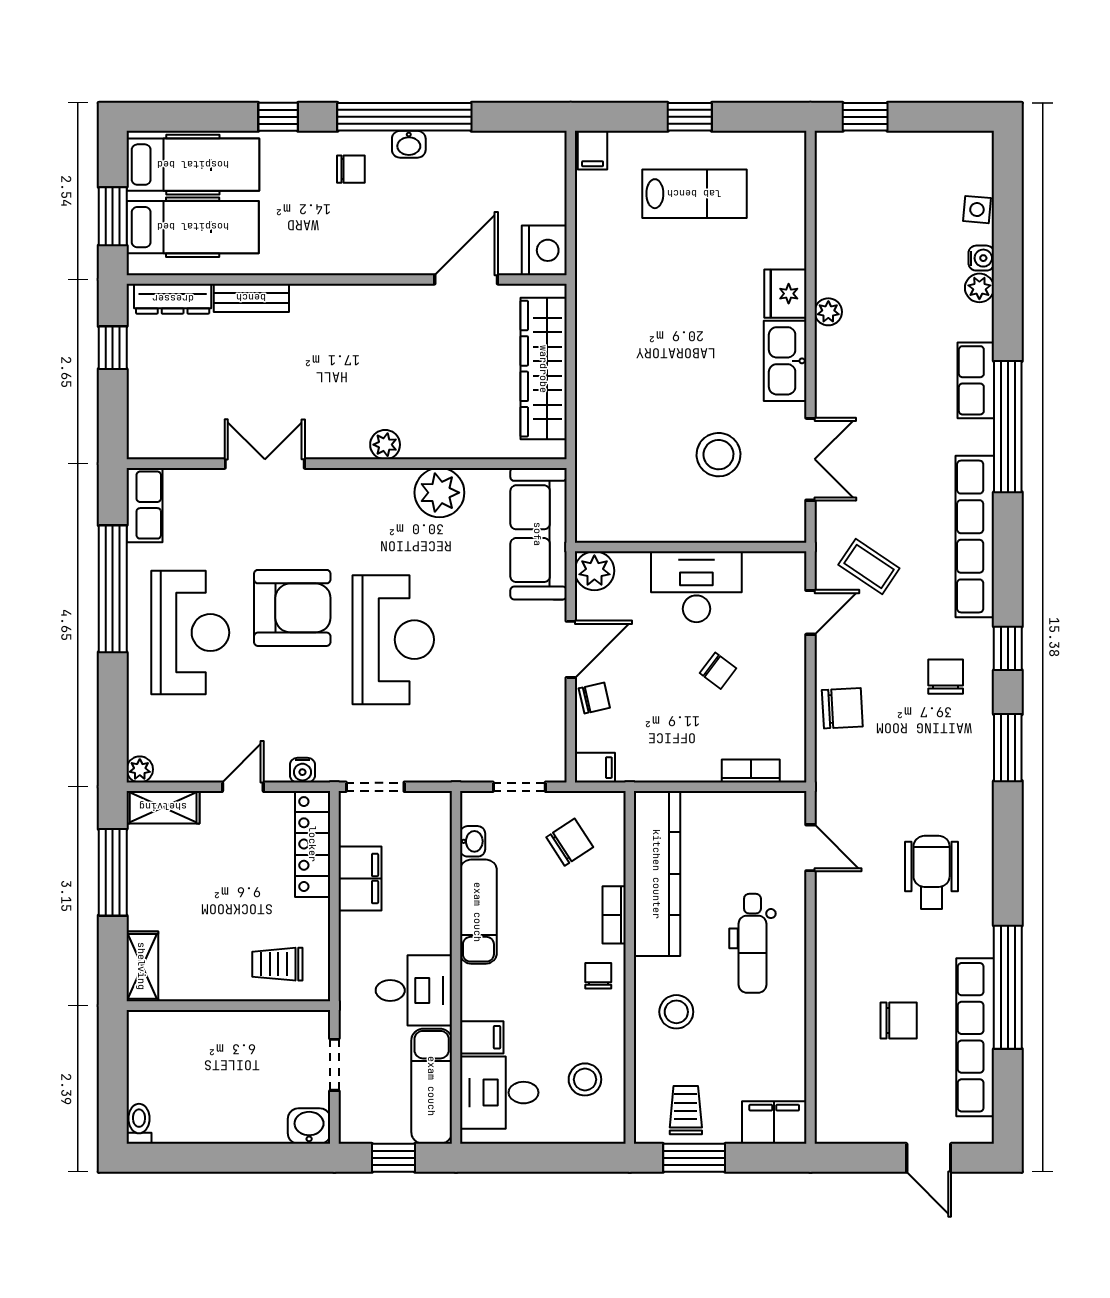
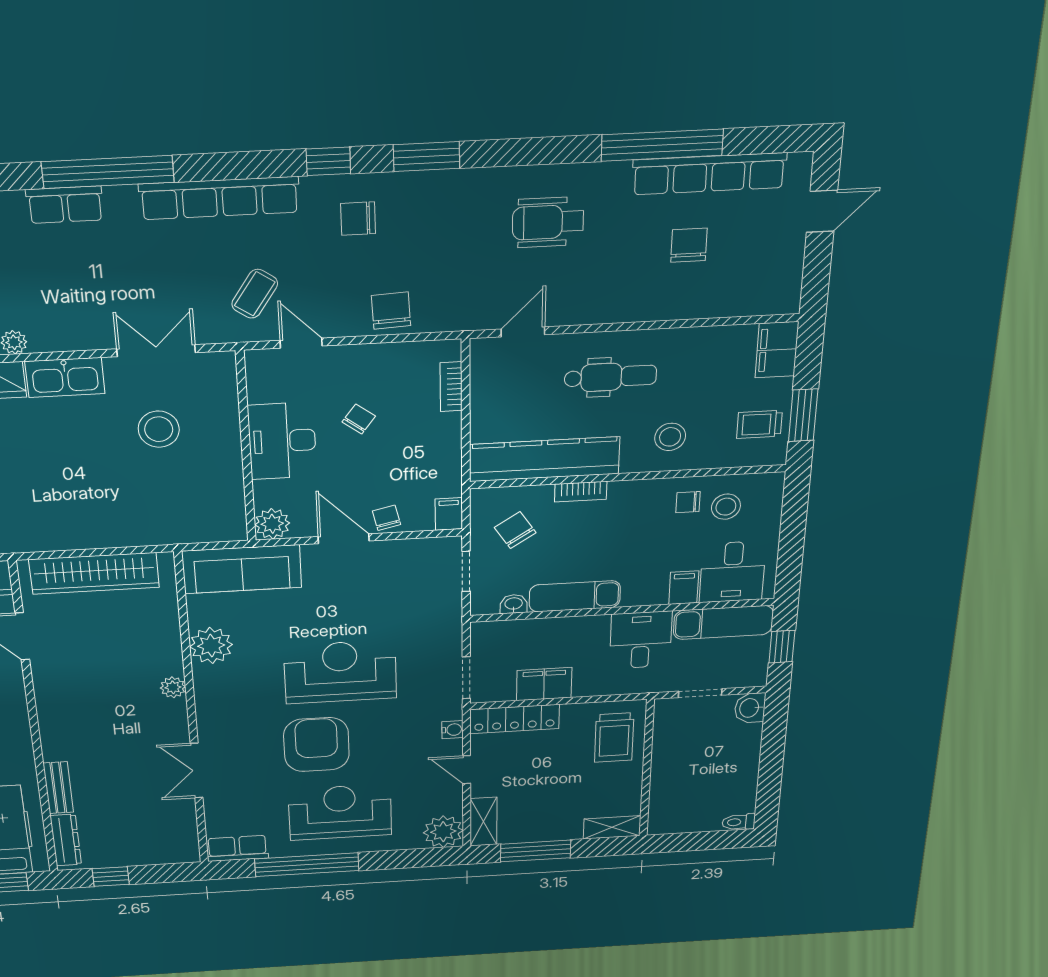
plant: (140, 769) -> (443, 832), width x1.88, depth x1.88
trolley: (277, 964) -> (614, 738), width x1.36, depth x1.39
chair: (598, 976) -> (688, 502), moved

